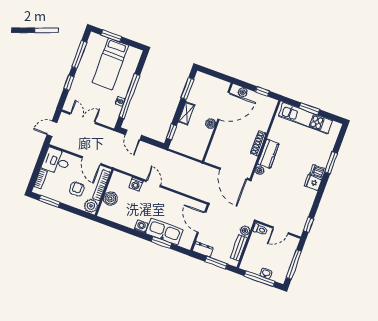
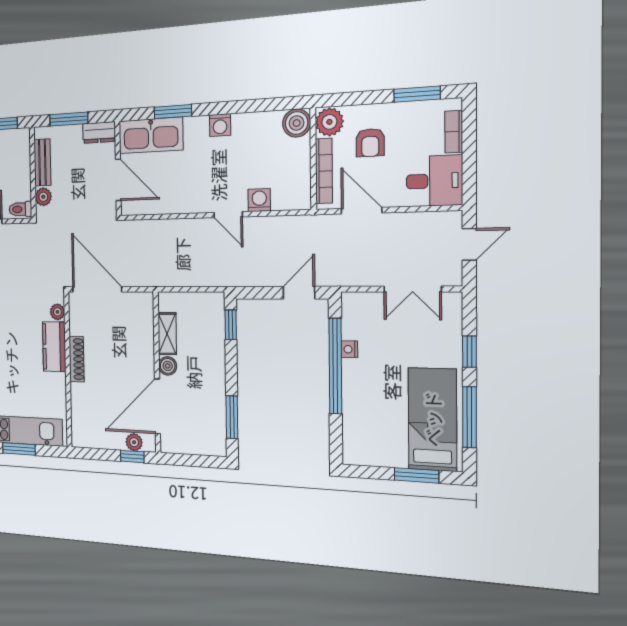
bed: (110, 64) -> (432, 419), moved
window: (262, 91) -> (132, 456), moved
shelving: (187, 113) -> (167, 334), moved
door: (133, 135) -> (299, 293), hinge flipped
boiler: (110, 199) -> (297, 123), moved
kitchen sink: (164, 232) -> (151, 135), moved

